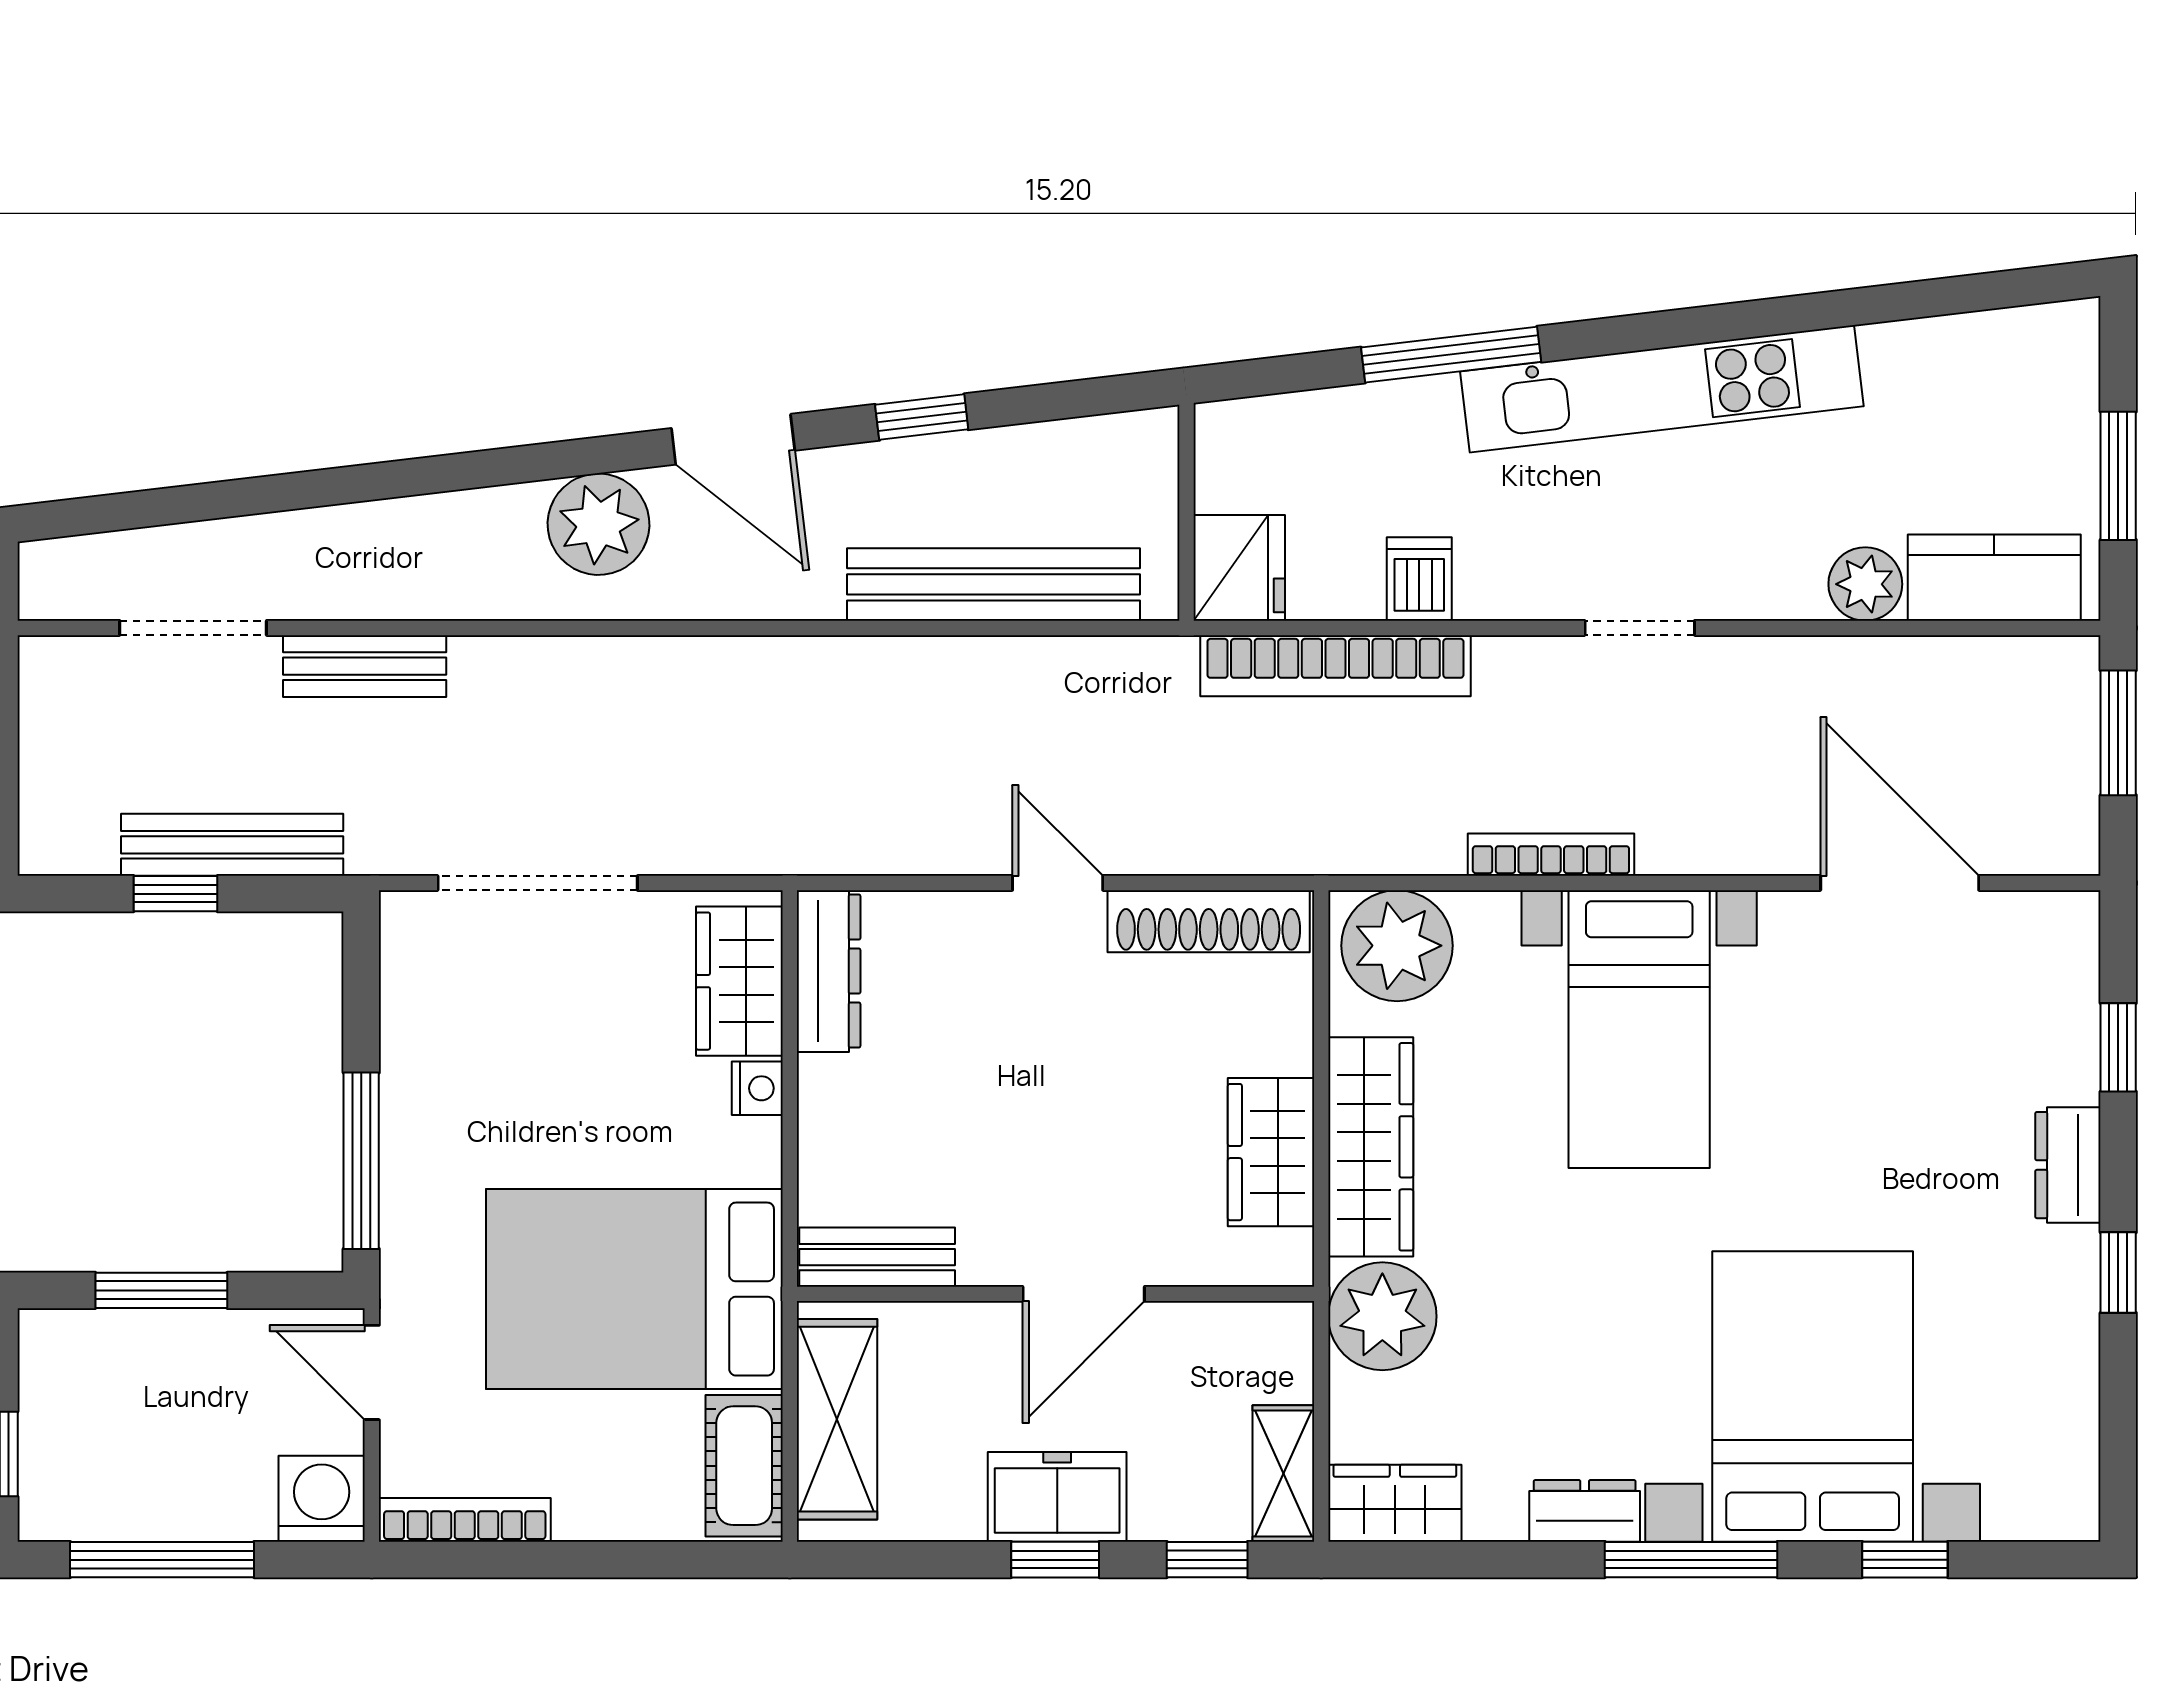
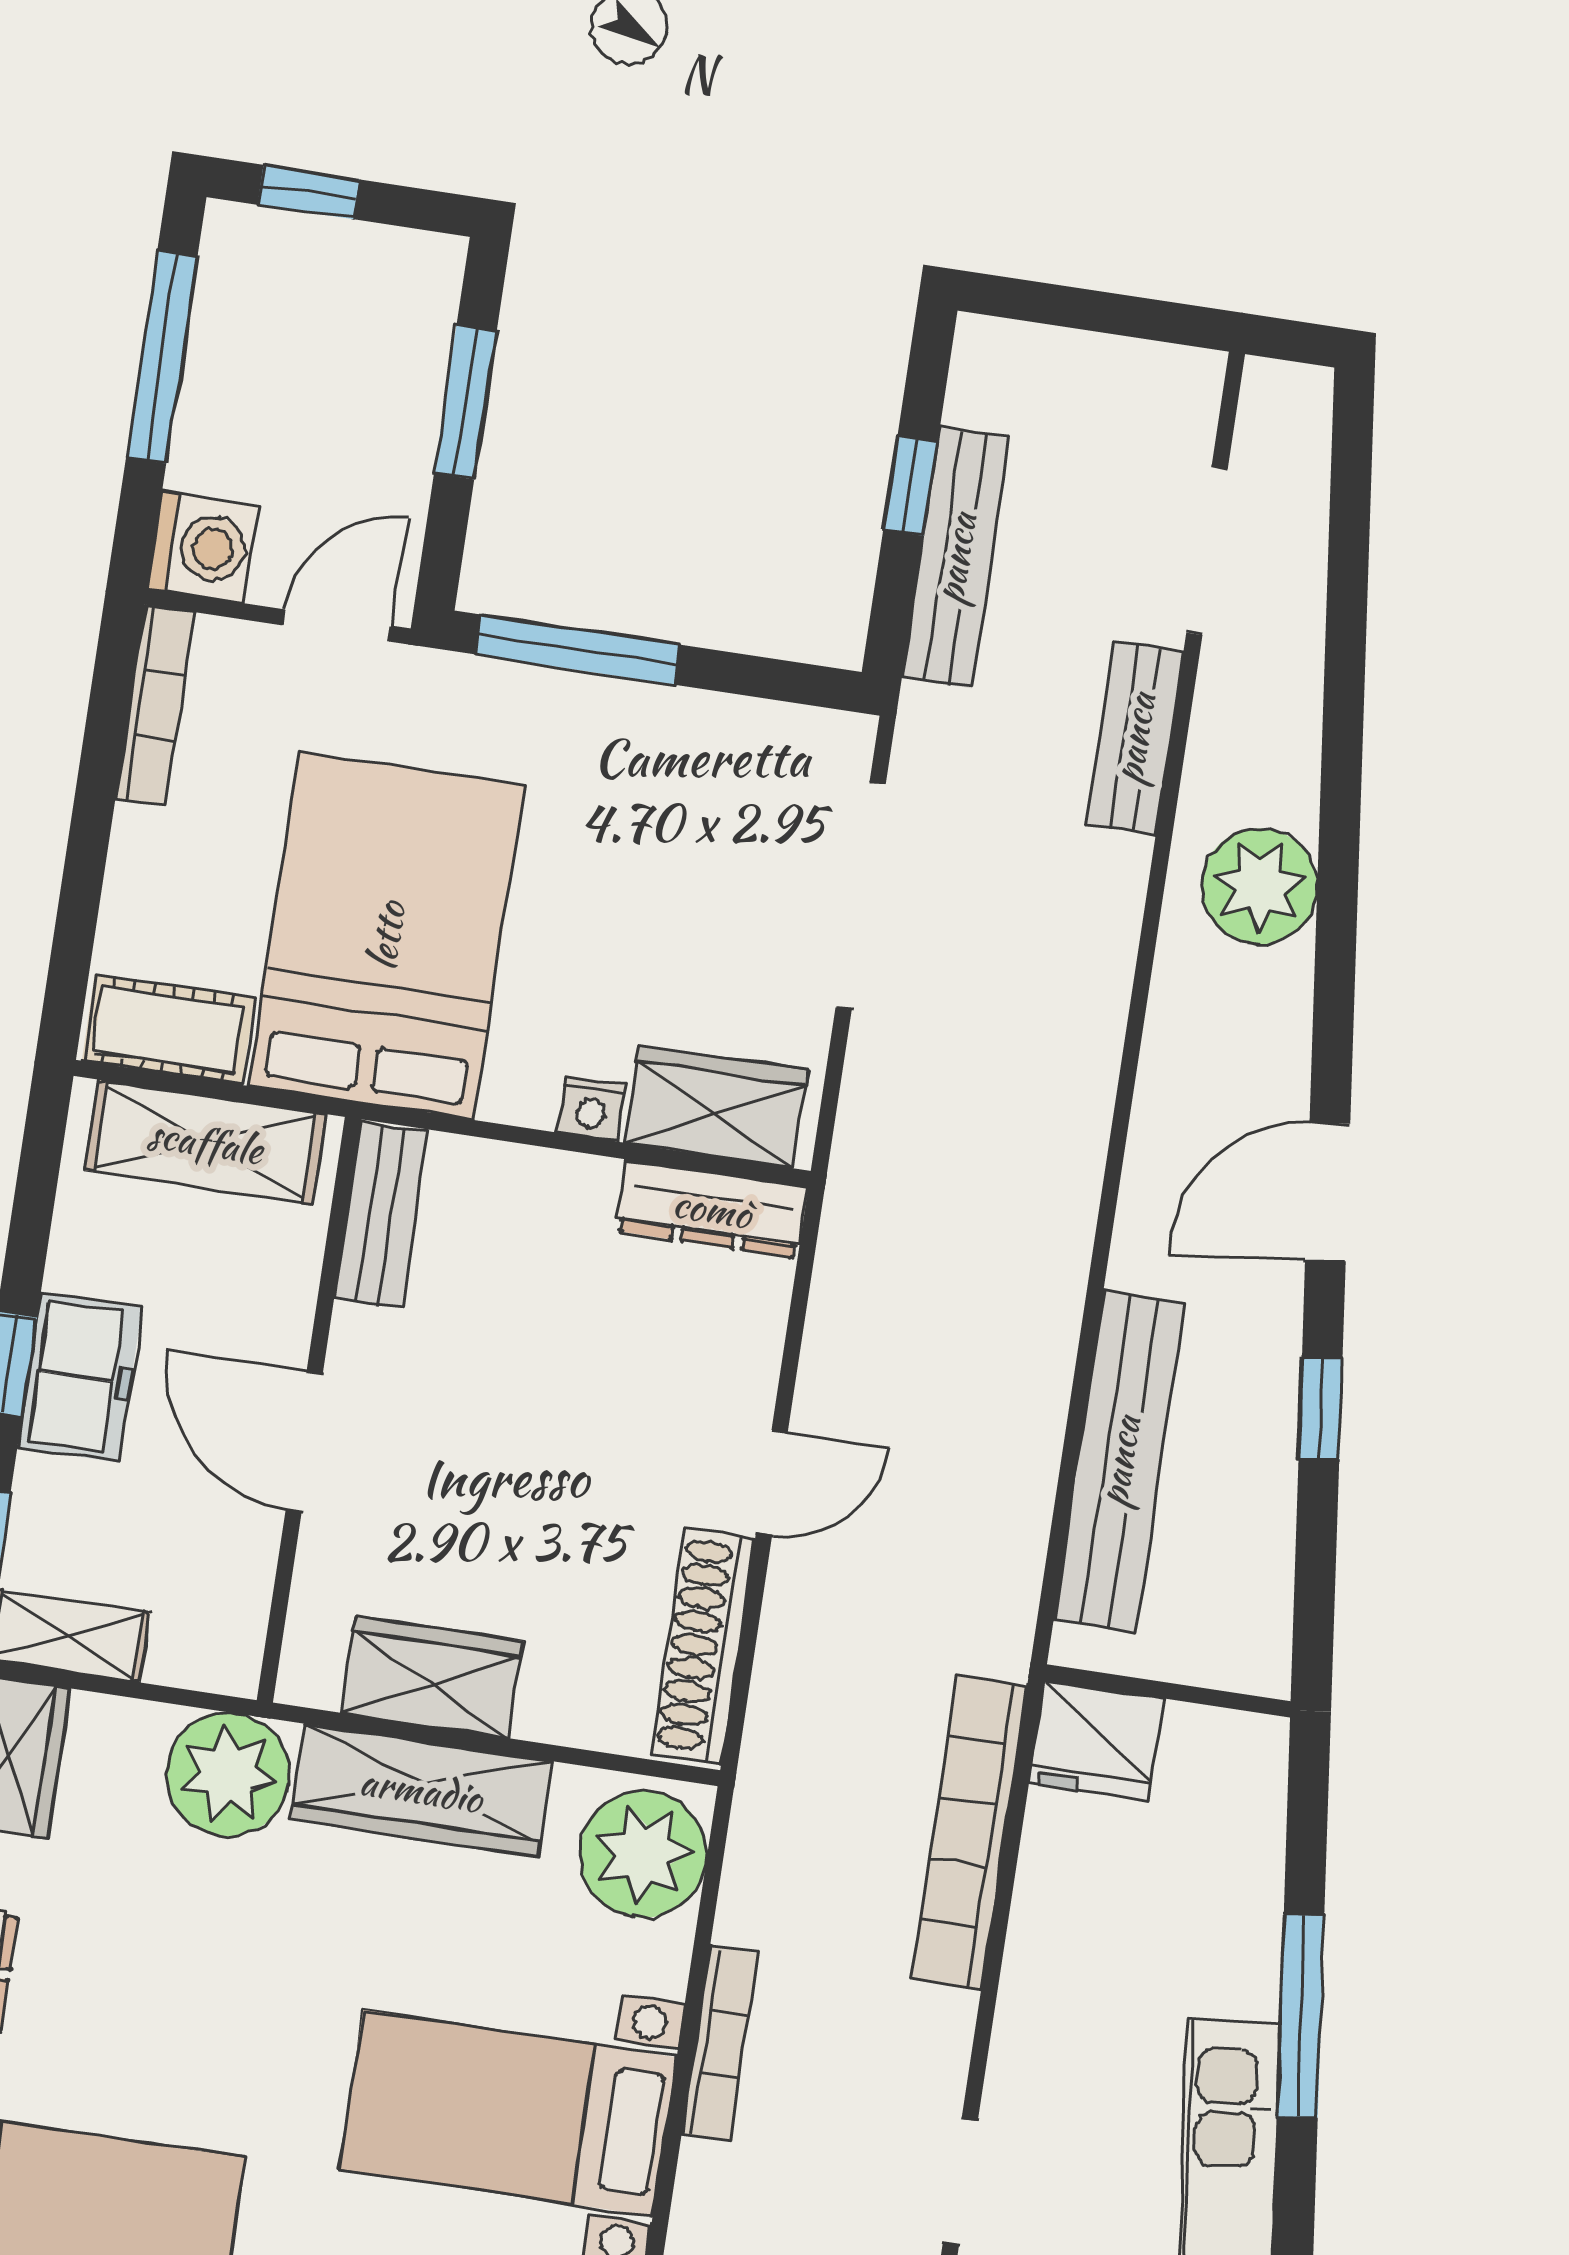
plant: (599, 524) -> (1259, 886), moved
dishwasher: (1419, 579) -> (1053, 1942), removed

